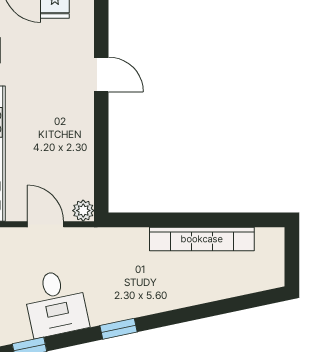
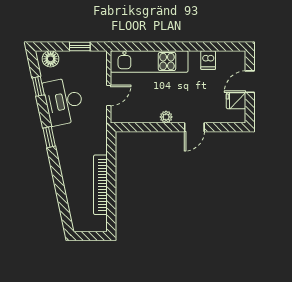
plant: (83, 211) -> (166, 117), moved
desk: (56, 303) -> (64, 101), width x1.37

